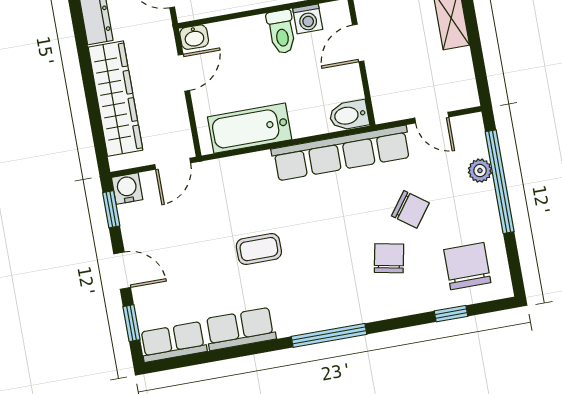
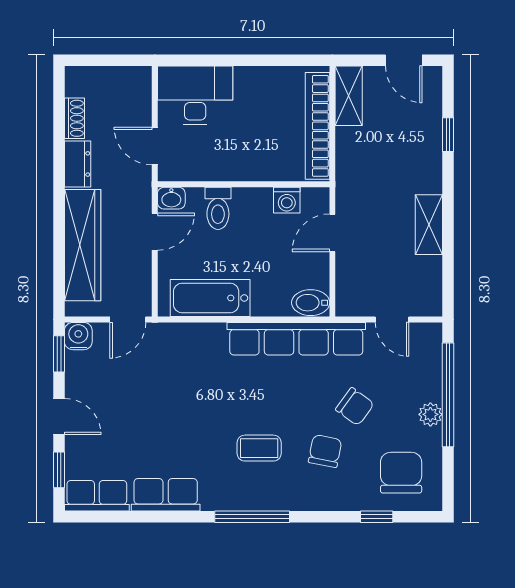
toilet: (281, 32) -> (218, 208), moved
plant: (480, 171) -> (430, 414), moved
coffee table: (259, 249) -> (259, 448), moved

